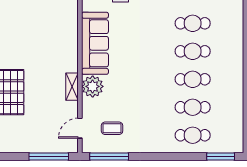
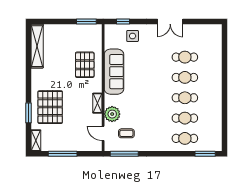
pallet: (55, 34) -> (85, 65), added
plant: (93, 86) -> (112, 114), moved
door: (80, 128) -> (103, 133), hinge flipped
window: (49, 156) -> (63, 154), moved

